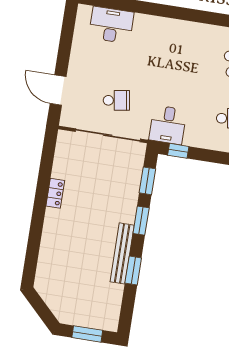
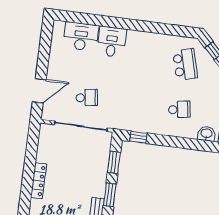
door: (58, 90) -> (39, 91), swing flipped
desk: (168, 125) -> (112, 42), moved, turned 180
locker: (55, 193) -> (39, 181), width x1.53

